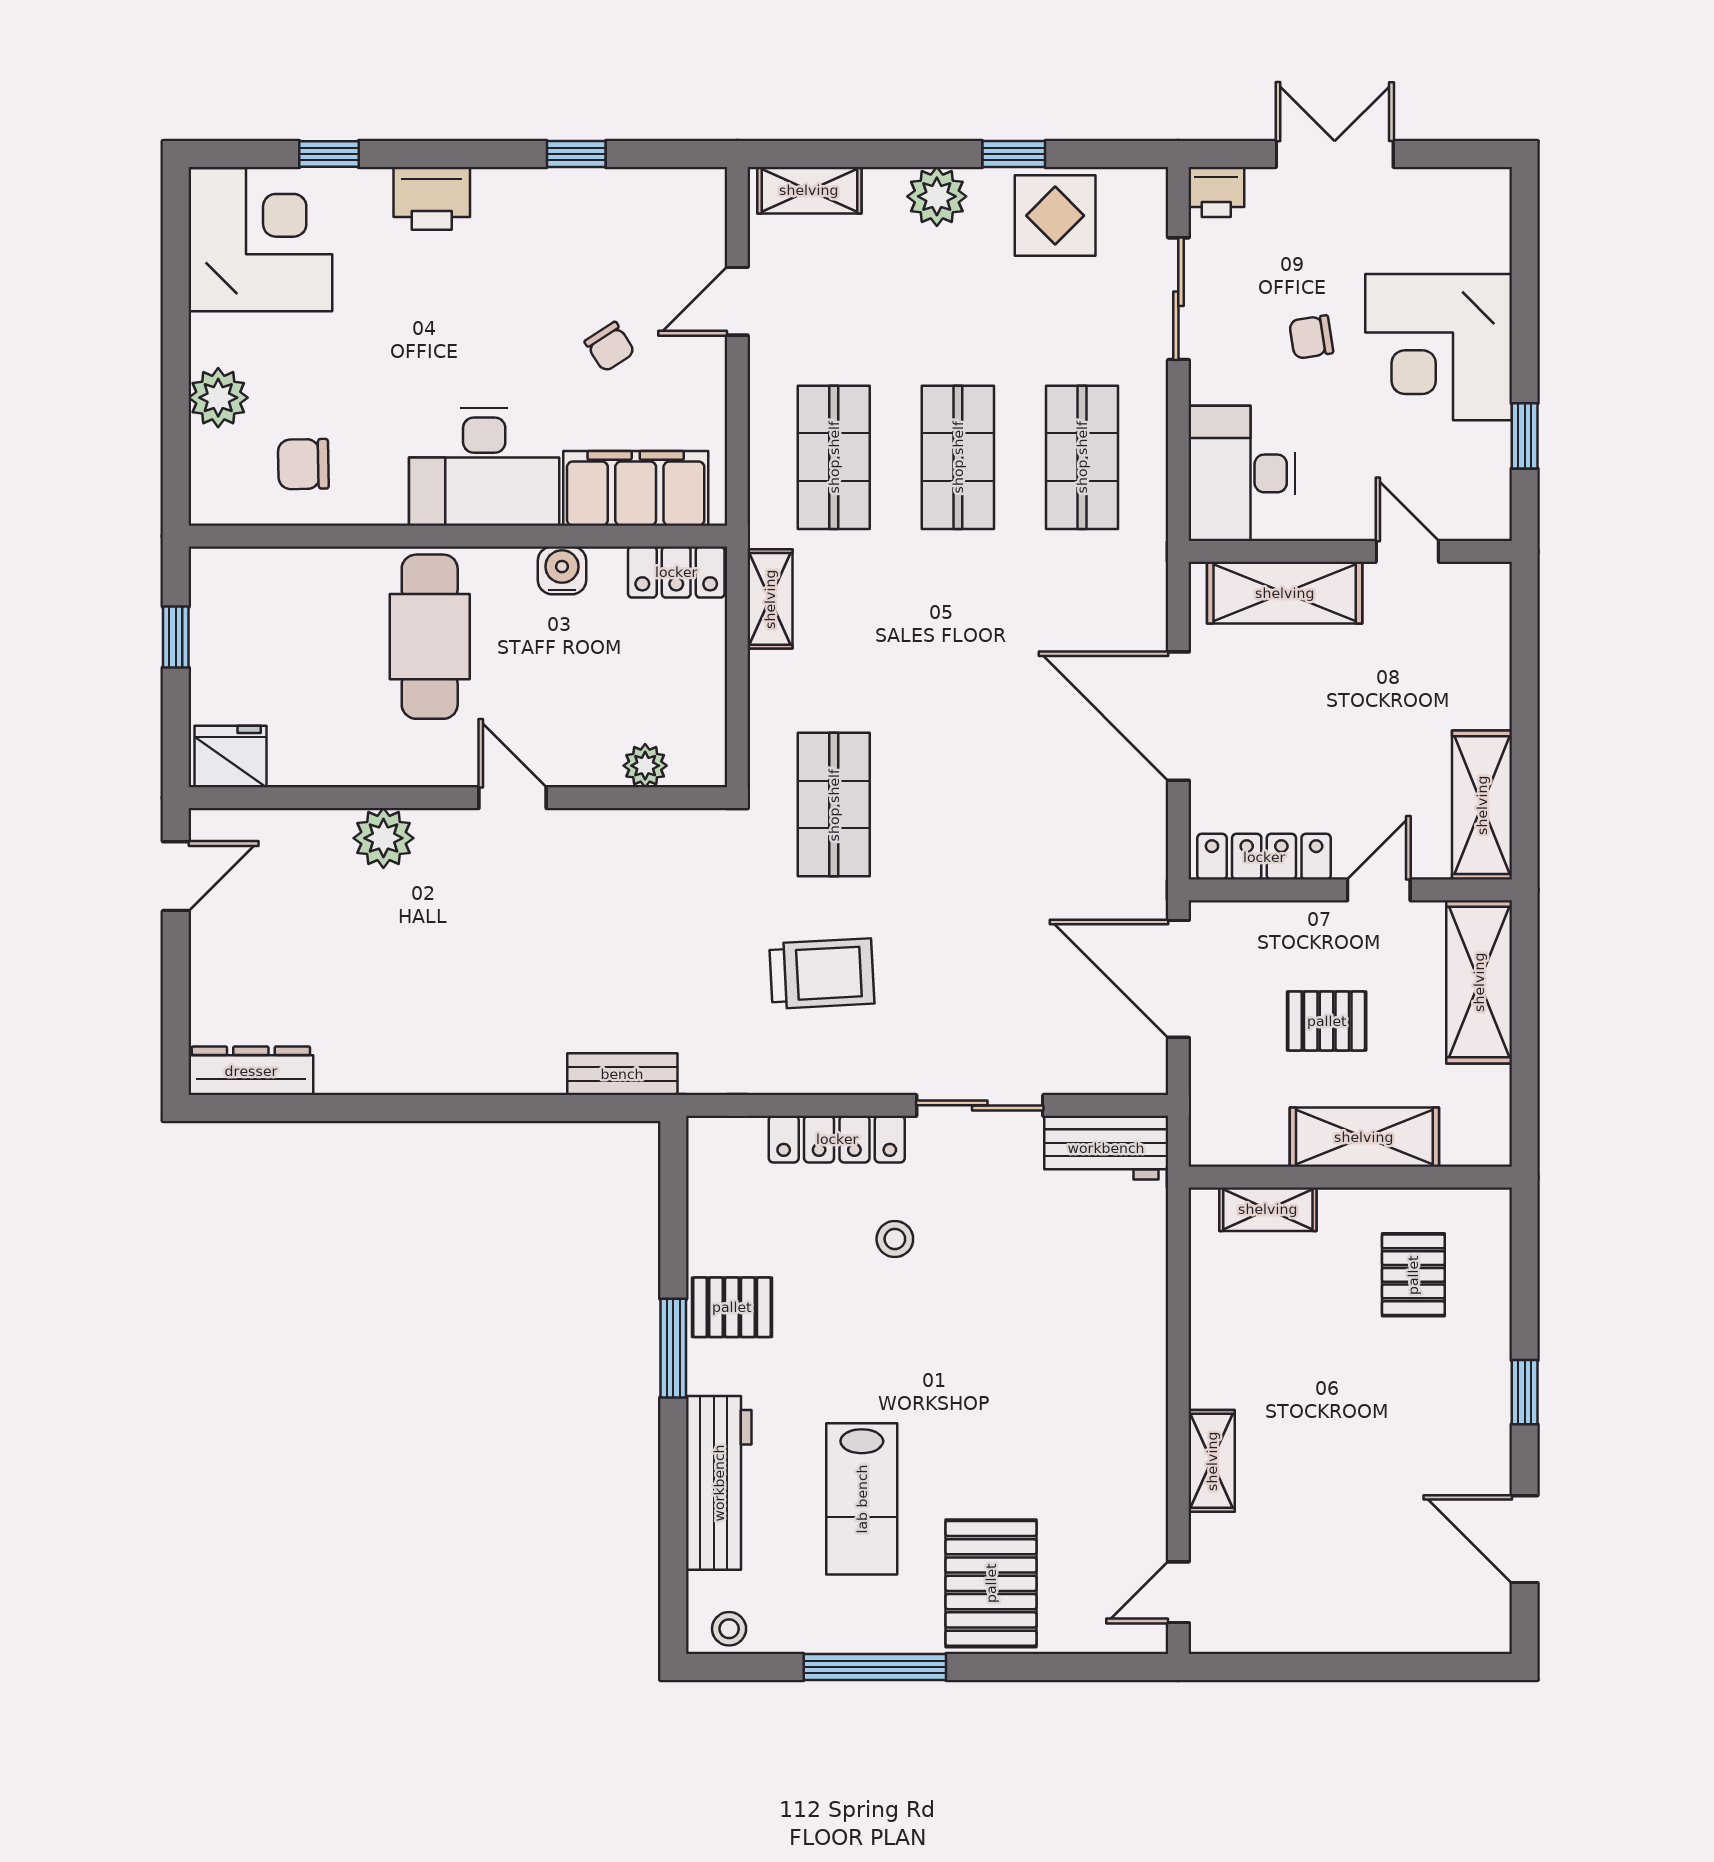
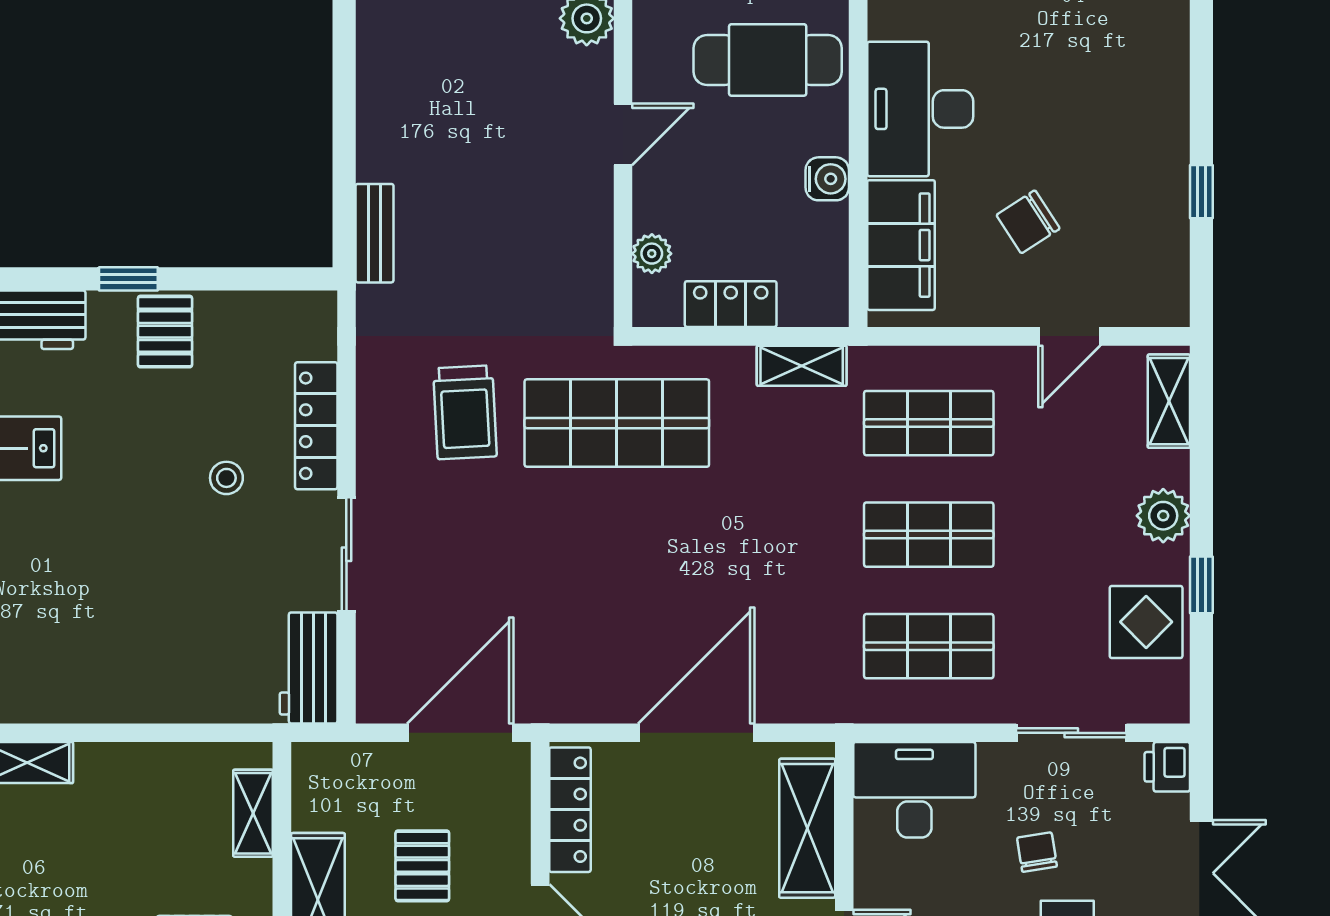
printer: (432, 198) -> (1162, 62), removed
door: (737, 301) -> (1069, 336), swing flipped
chair: (610, 347) -> (1028, 222), width x1.37, depth x1.37
locker: (676, 572) -> (731, 304), moved, turned 90
shop shelf: (834, 805) -> (617, 423), width x1.43, depth x1.36
window: (673, 1348) -> (128, 279), width x0.67

